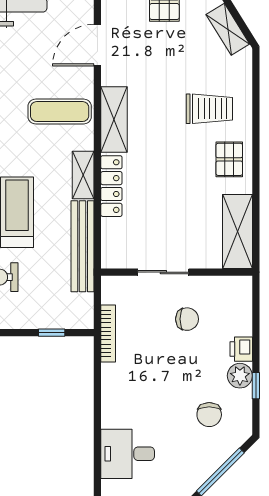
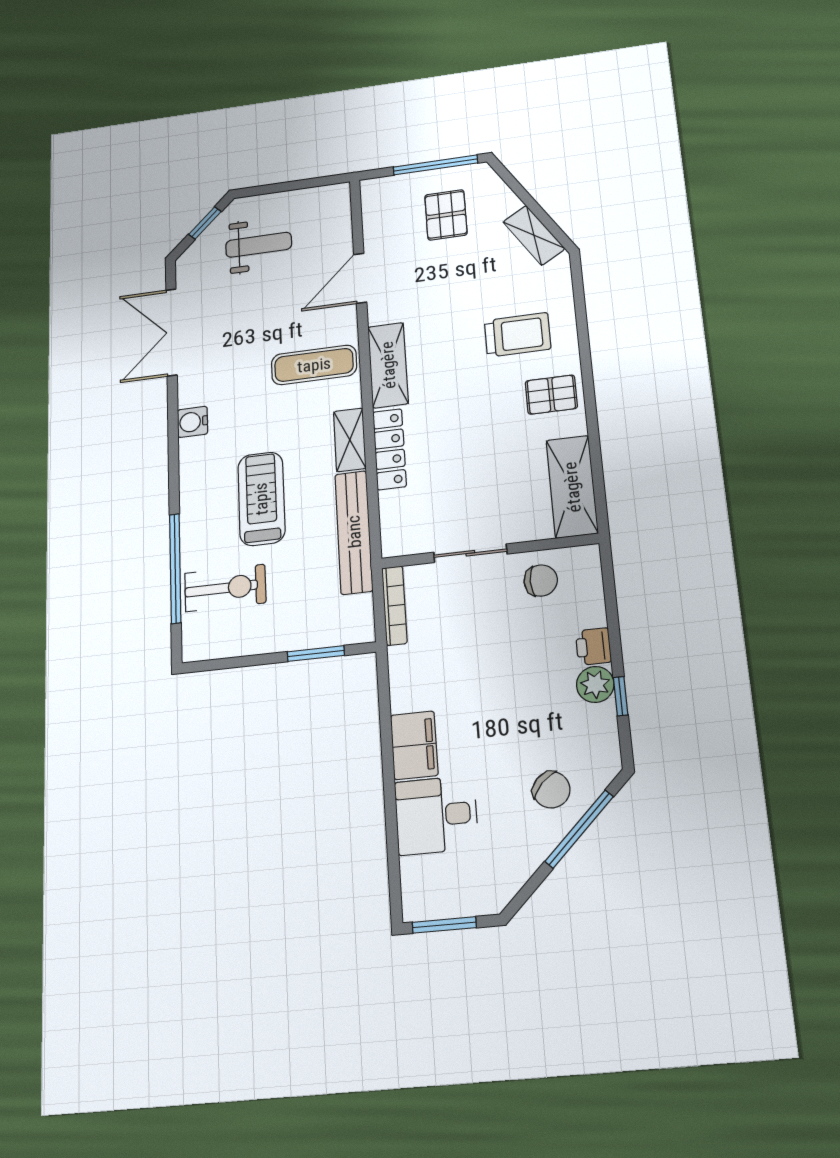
pallet: (229, 159) -> (551, 395), turned 90
chair: (187, 319) -> (541, 581), moved
window: (52, 333) -> (316, 654), width x1.50
bookcase: (108, 334) -> (394, 606), moved
filing cabinet: (116, 405) -> (414, 745), added
chair: (209, 415) -> (551, 790), moved, turned -47

